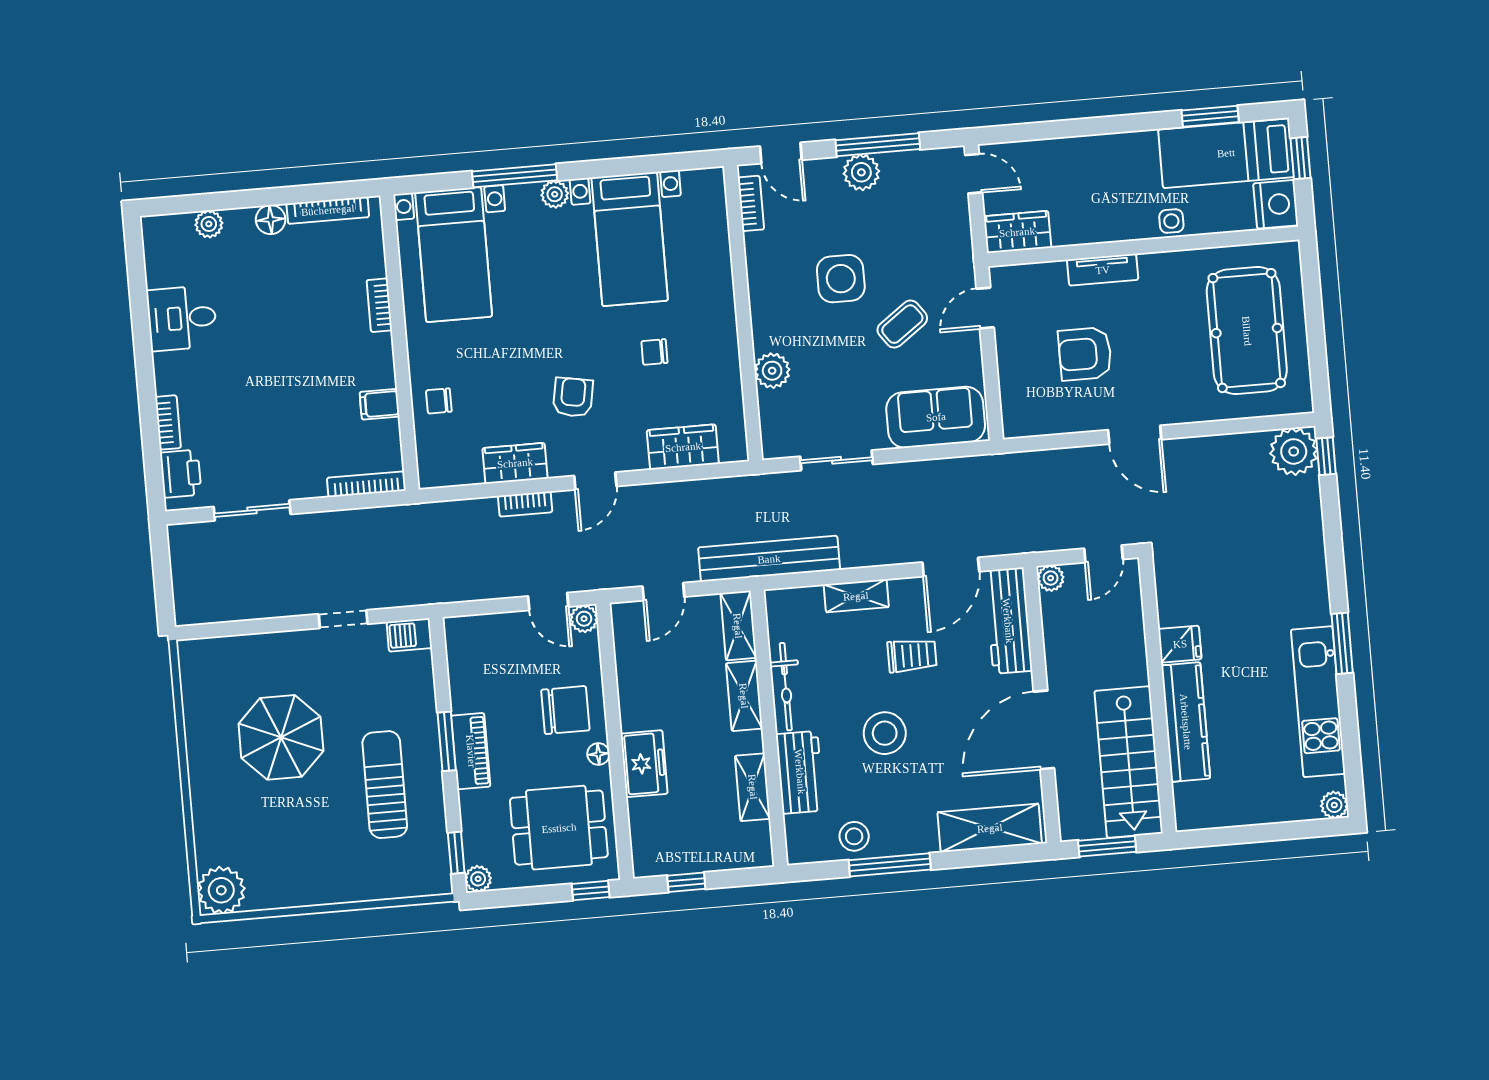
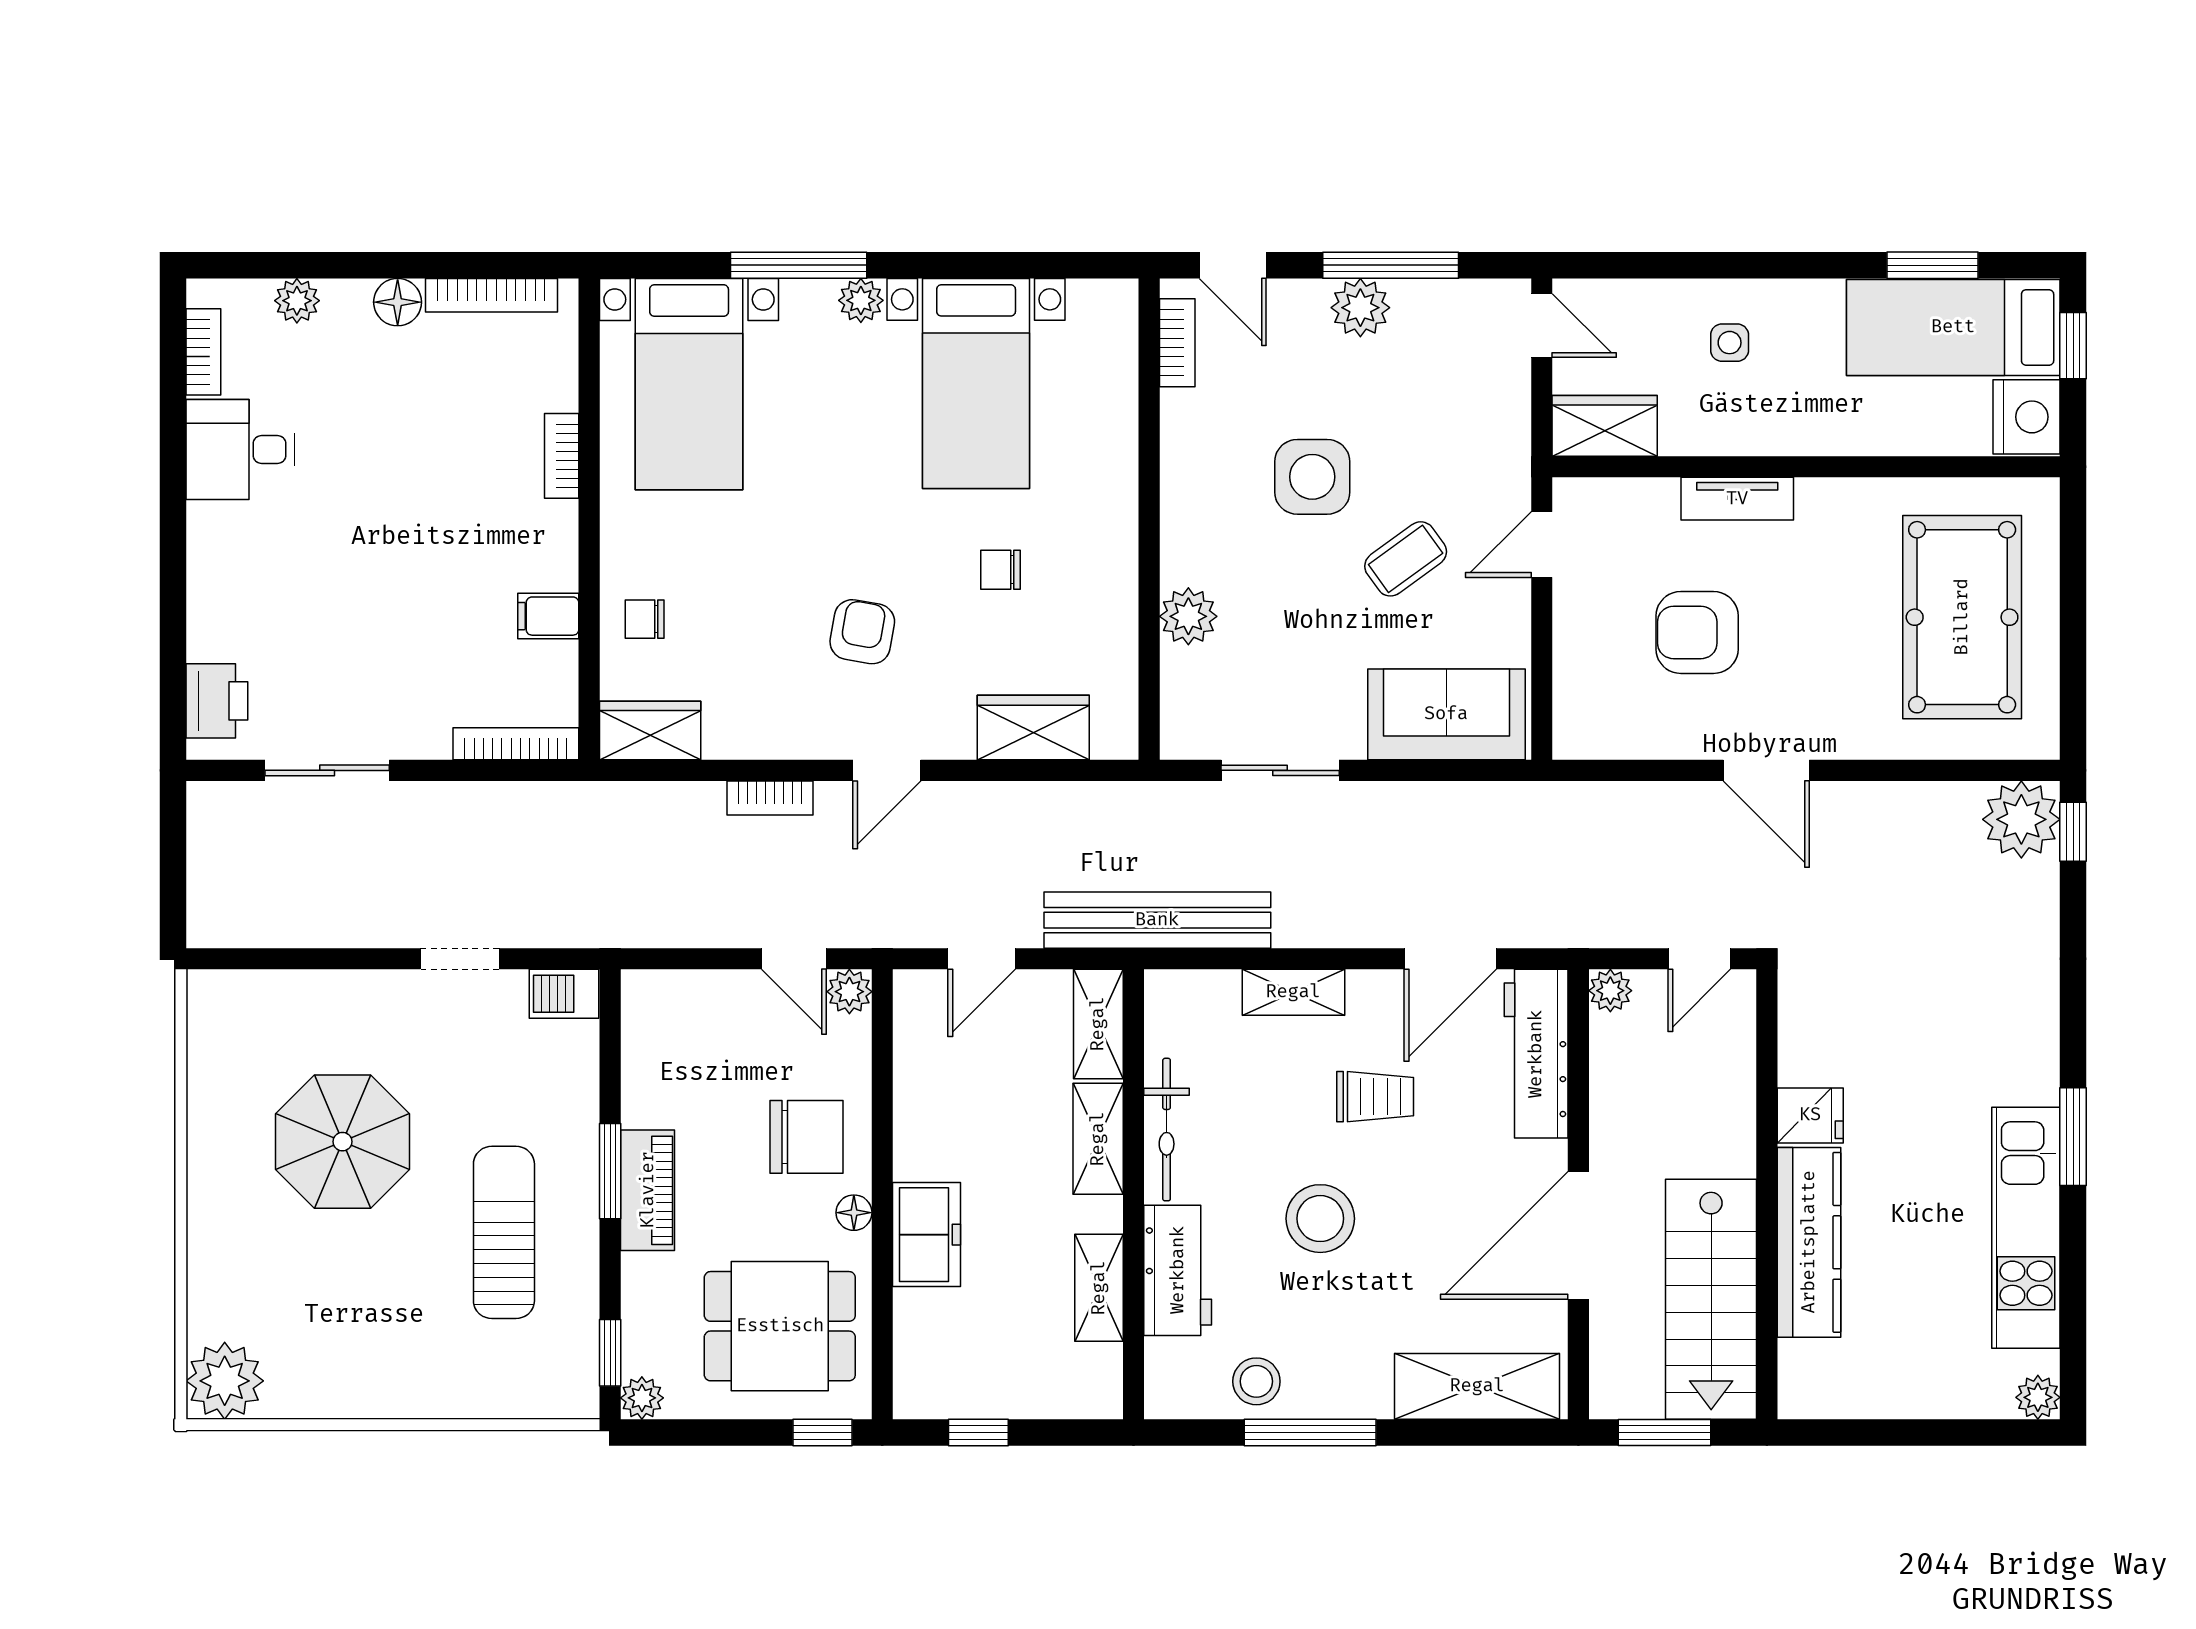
side table: (1171, 221) -> (1730, 343), moved
bookcase: (168, 422) -> (203, 352), moved
wardrobe: (515, 463) -> (650, 731), moved

